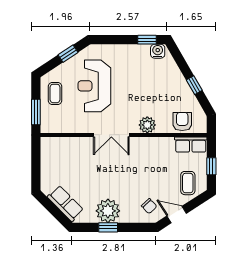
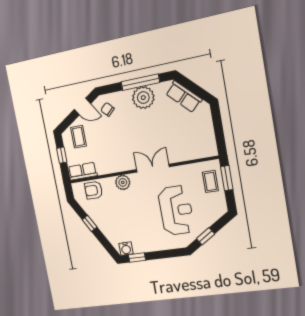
coffee table: (55, 93) -> (210, 182), moved
armchair: (182, 122) -> (94, 190), turned 90
window: (108, 227) -> (140, 82), width x2.17

